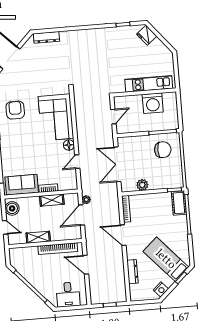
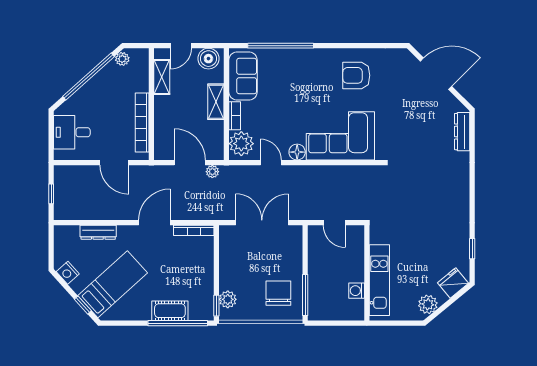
plant: (162, 51) -> (428, 304), added
washing machine: (153, 103) -> (357, 291), width x0.53, depth x0.53
armchair: (15, 110) -> (356, 75), turned 180
chair: (163, 150) -> (278, 293), turned 180
plant: (66, 182) -> (241, 144), added
plant: (142, 185) -> (228, 299), moved
shelving: (52, 200) -> (216, 102), moved
cot: (179, 203) -> (170, 311), moved
shelving: (38, 237) -> (162, 77), moved
plant: (17, 265) -> (122, 59), added
door: (86, 265) -> (114, 163), swing flipped

